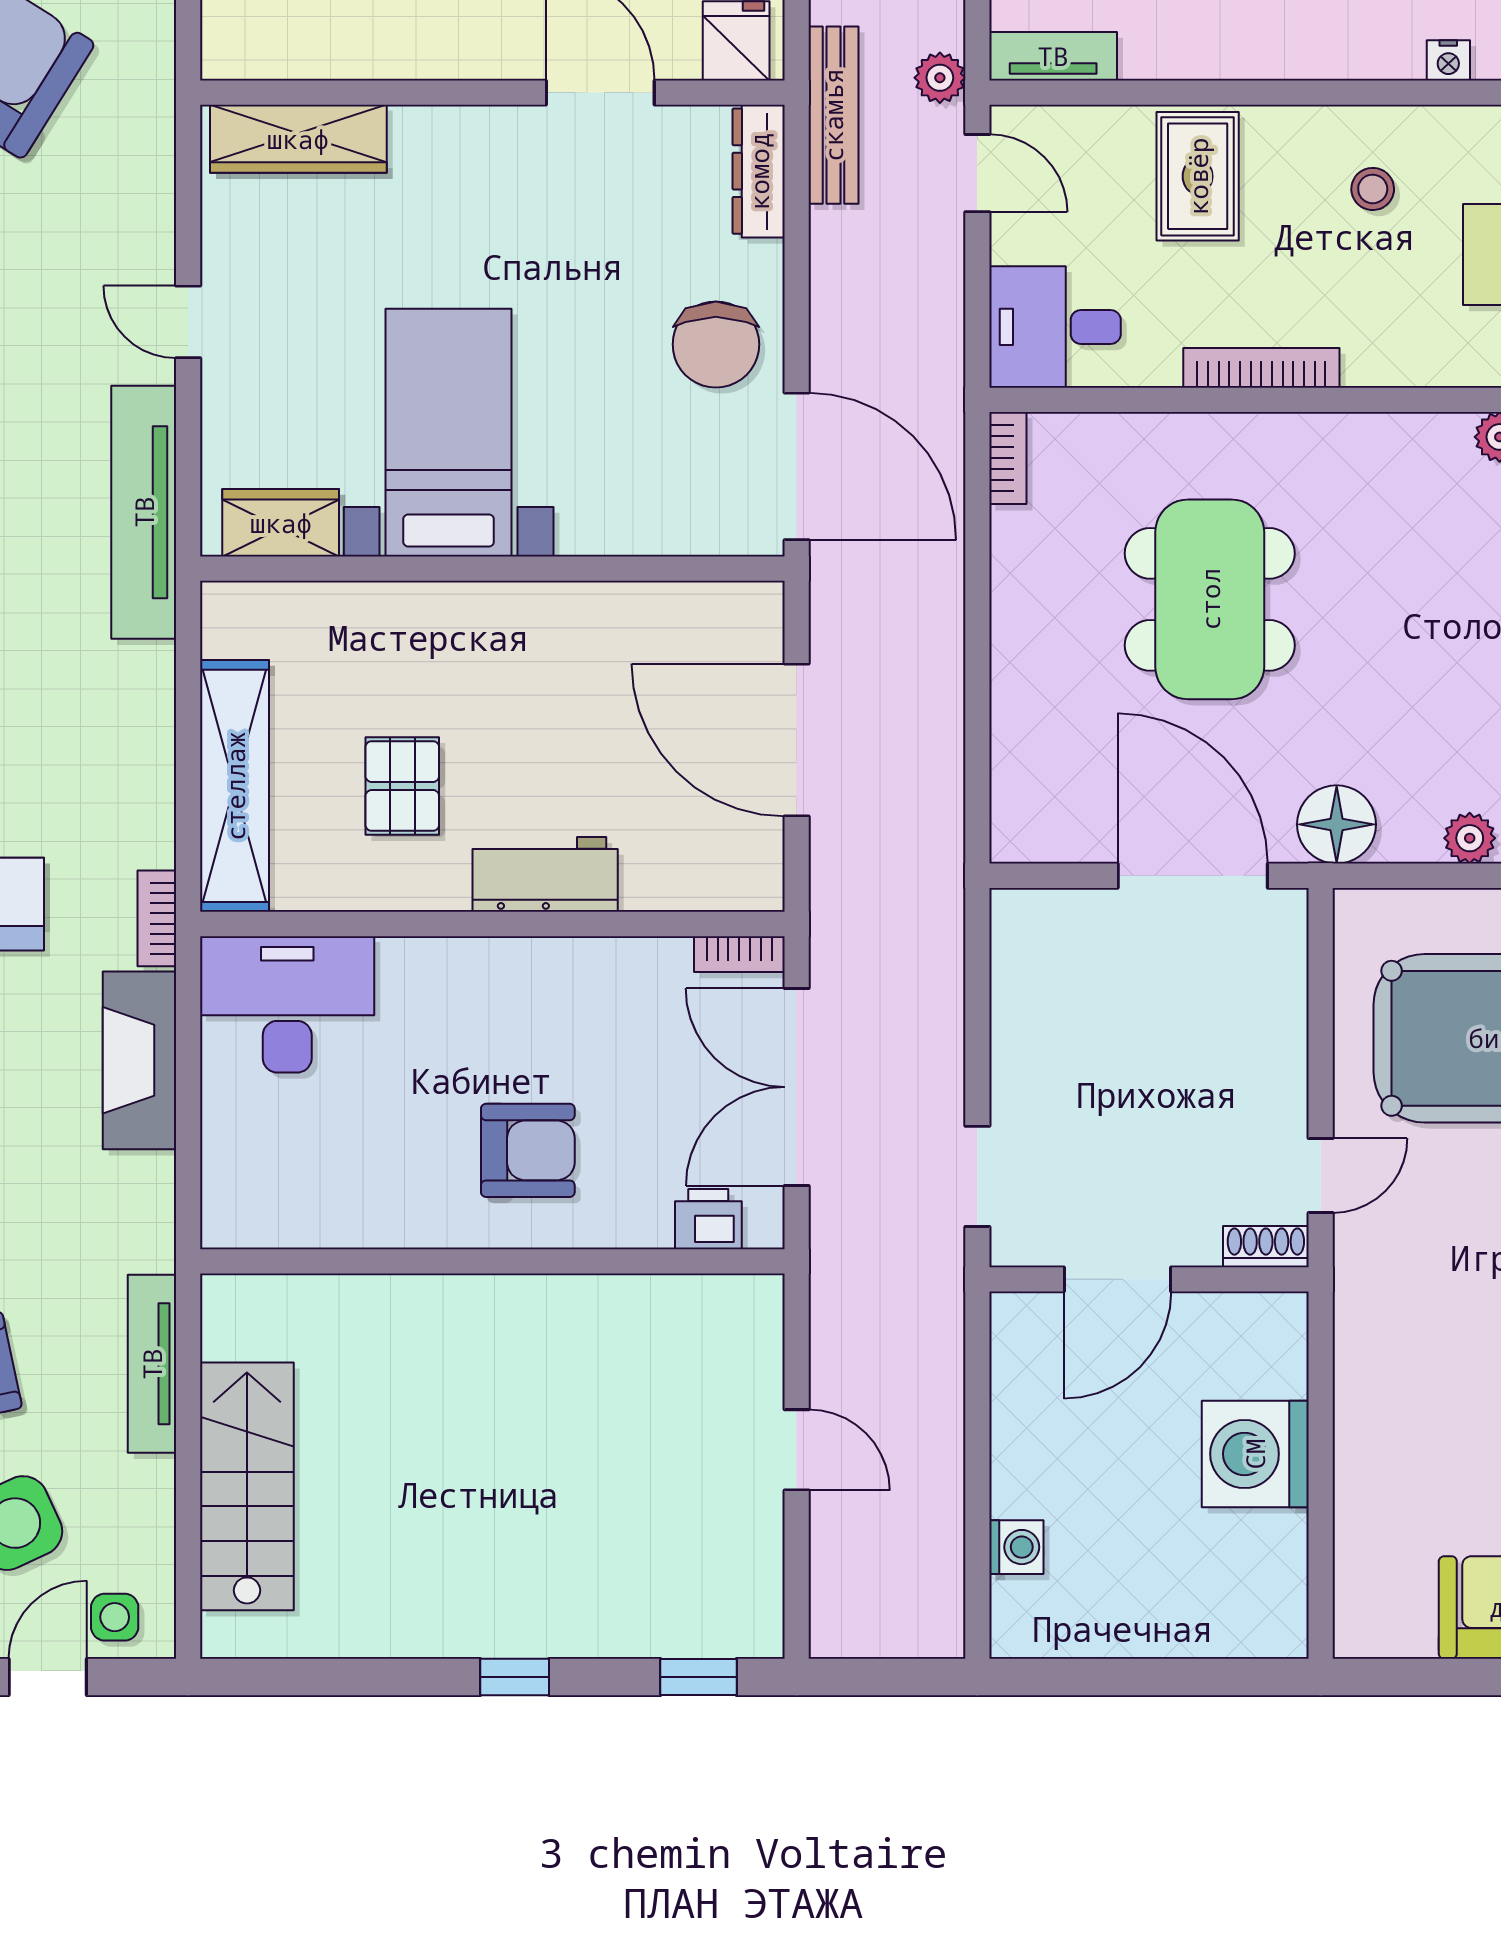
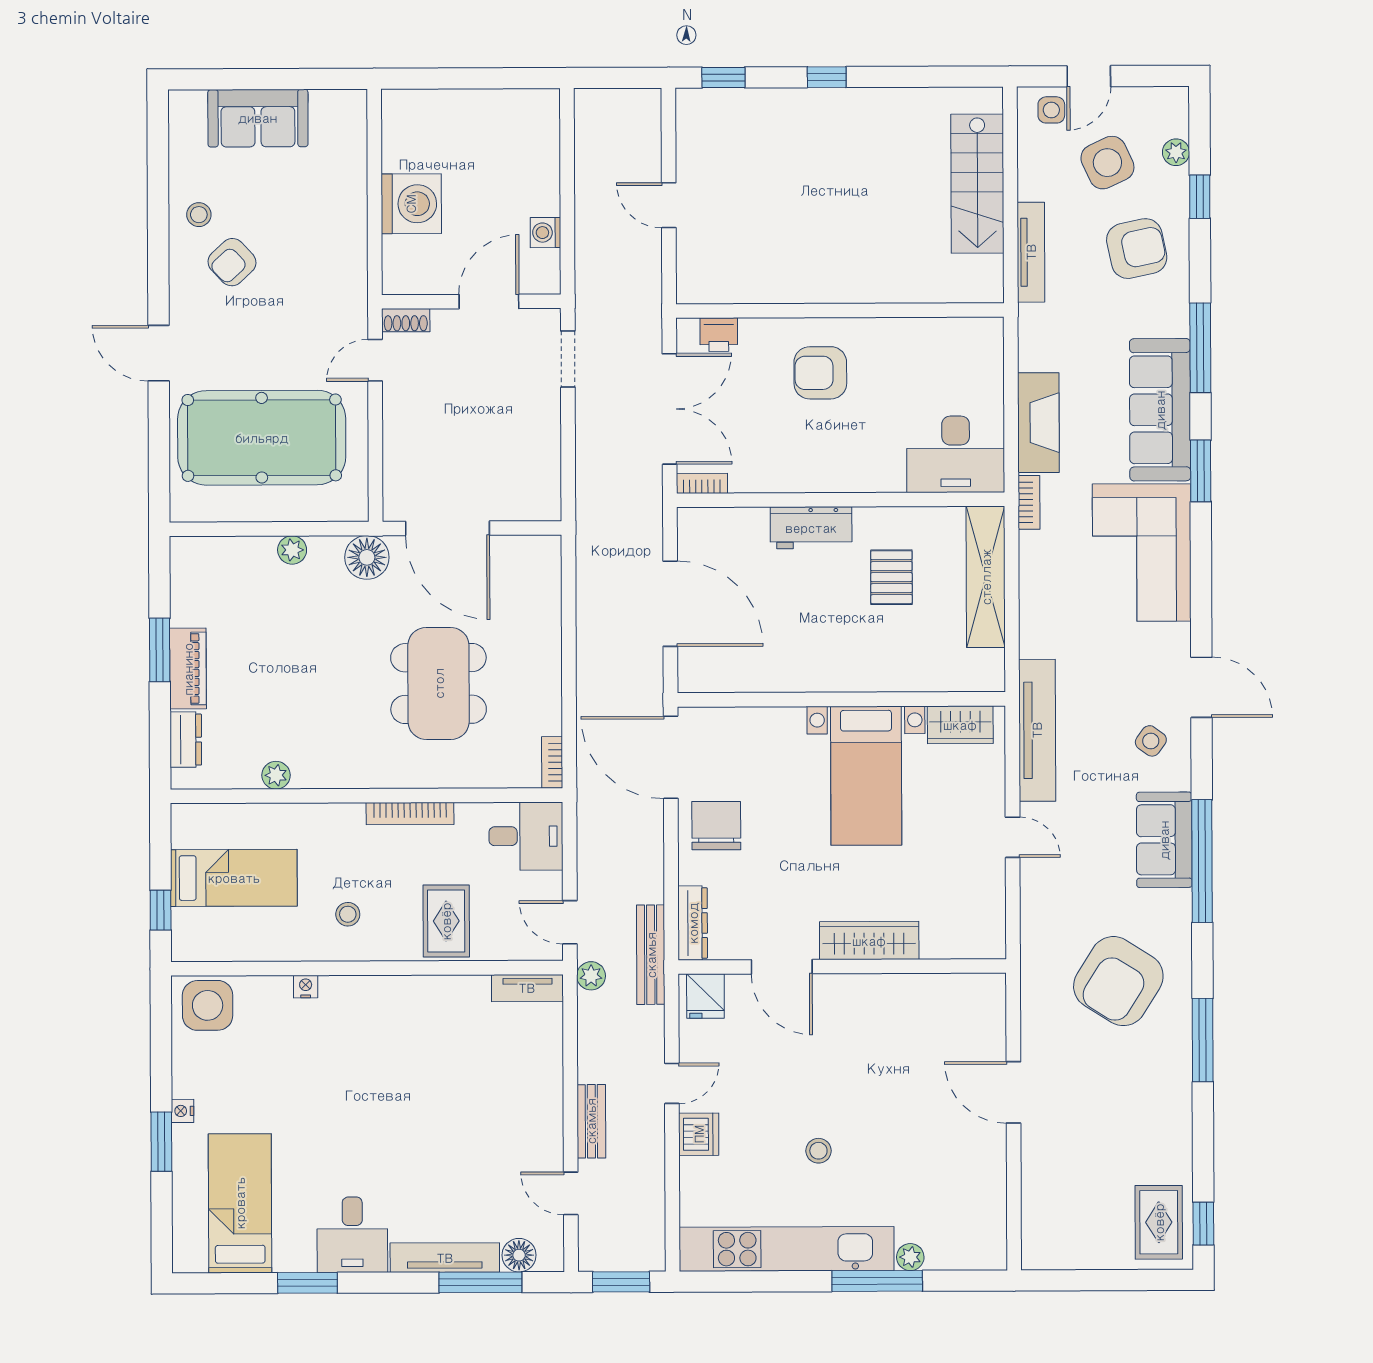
wardrobe: (298, 139) -> (869, 941), moved
washing machine: (1016, 1547) -> (546, 233), moved

